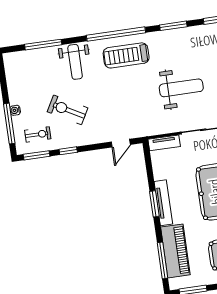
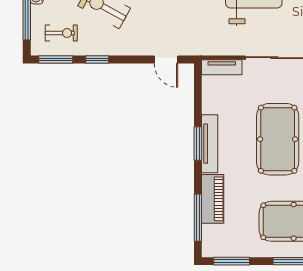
door: (121, 143) -> (166, 60), hinge flipped
piano: (175, 251) -> (213, 199), width x0.73, depth x0.75

